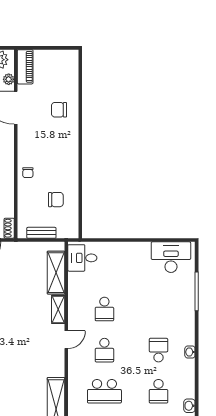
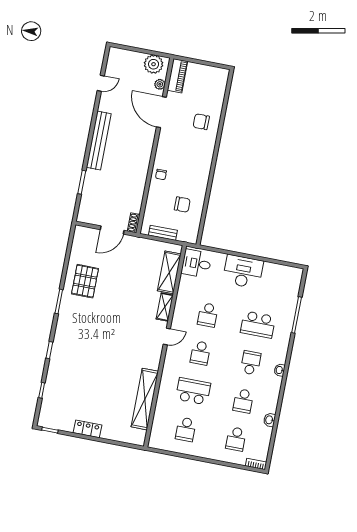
desk: (171, 257) -> (243, 272), moved
school desk: (158, 309) -> (258, 325), added
school desk: (104, 391) -> (193, 391), turned 180

